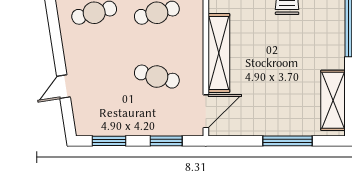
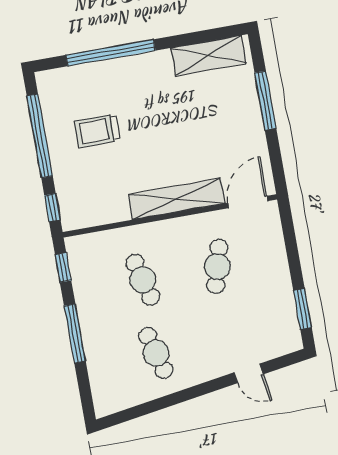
door: (206, 111) -> (248, 202), hinge flipped
window: (166, 141) -> (291, 242), removed

